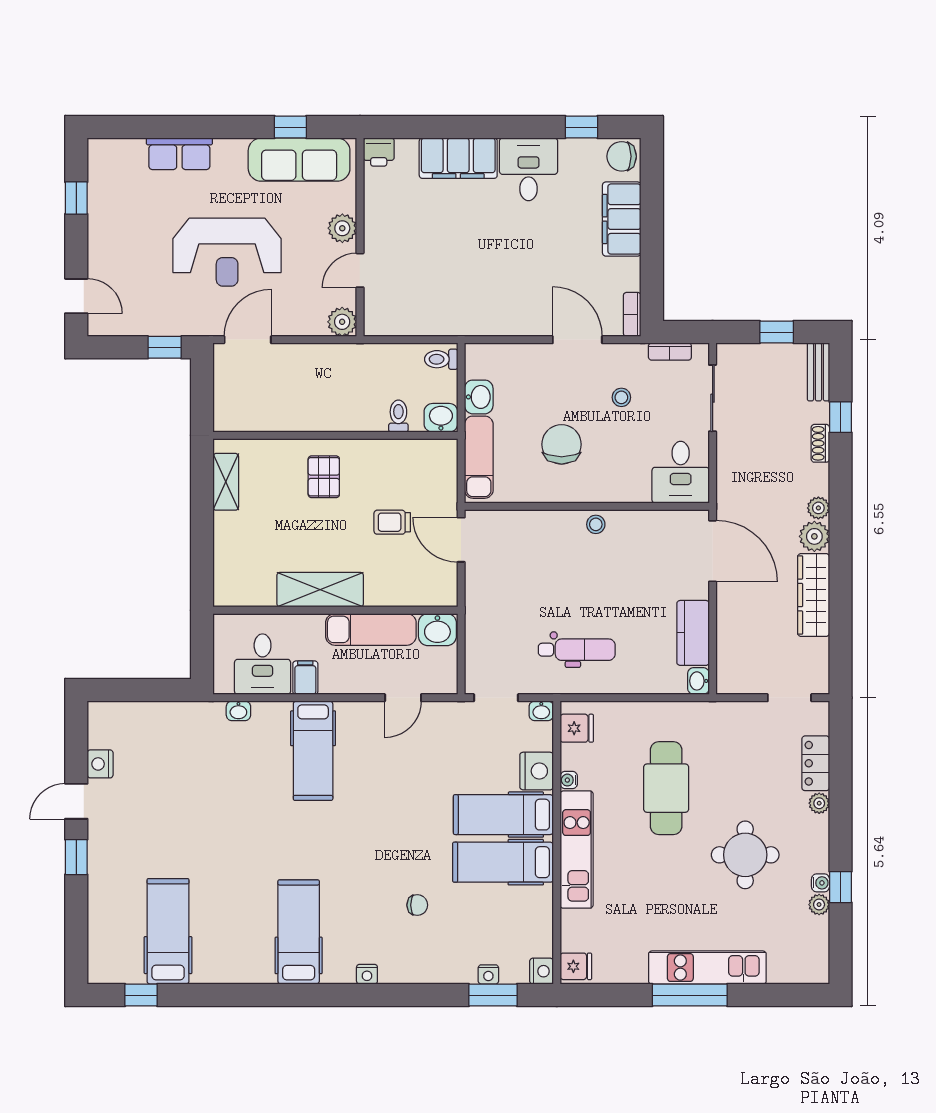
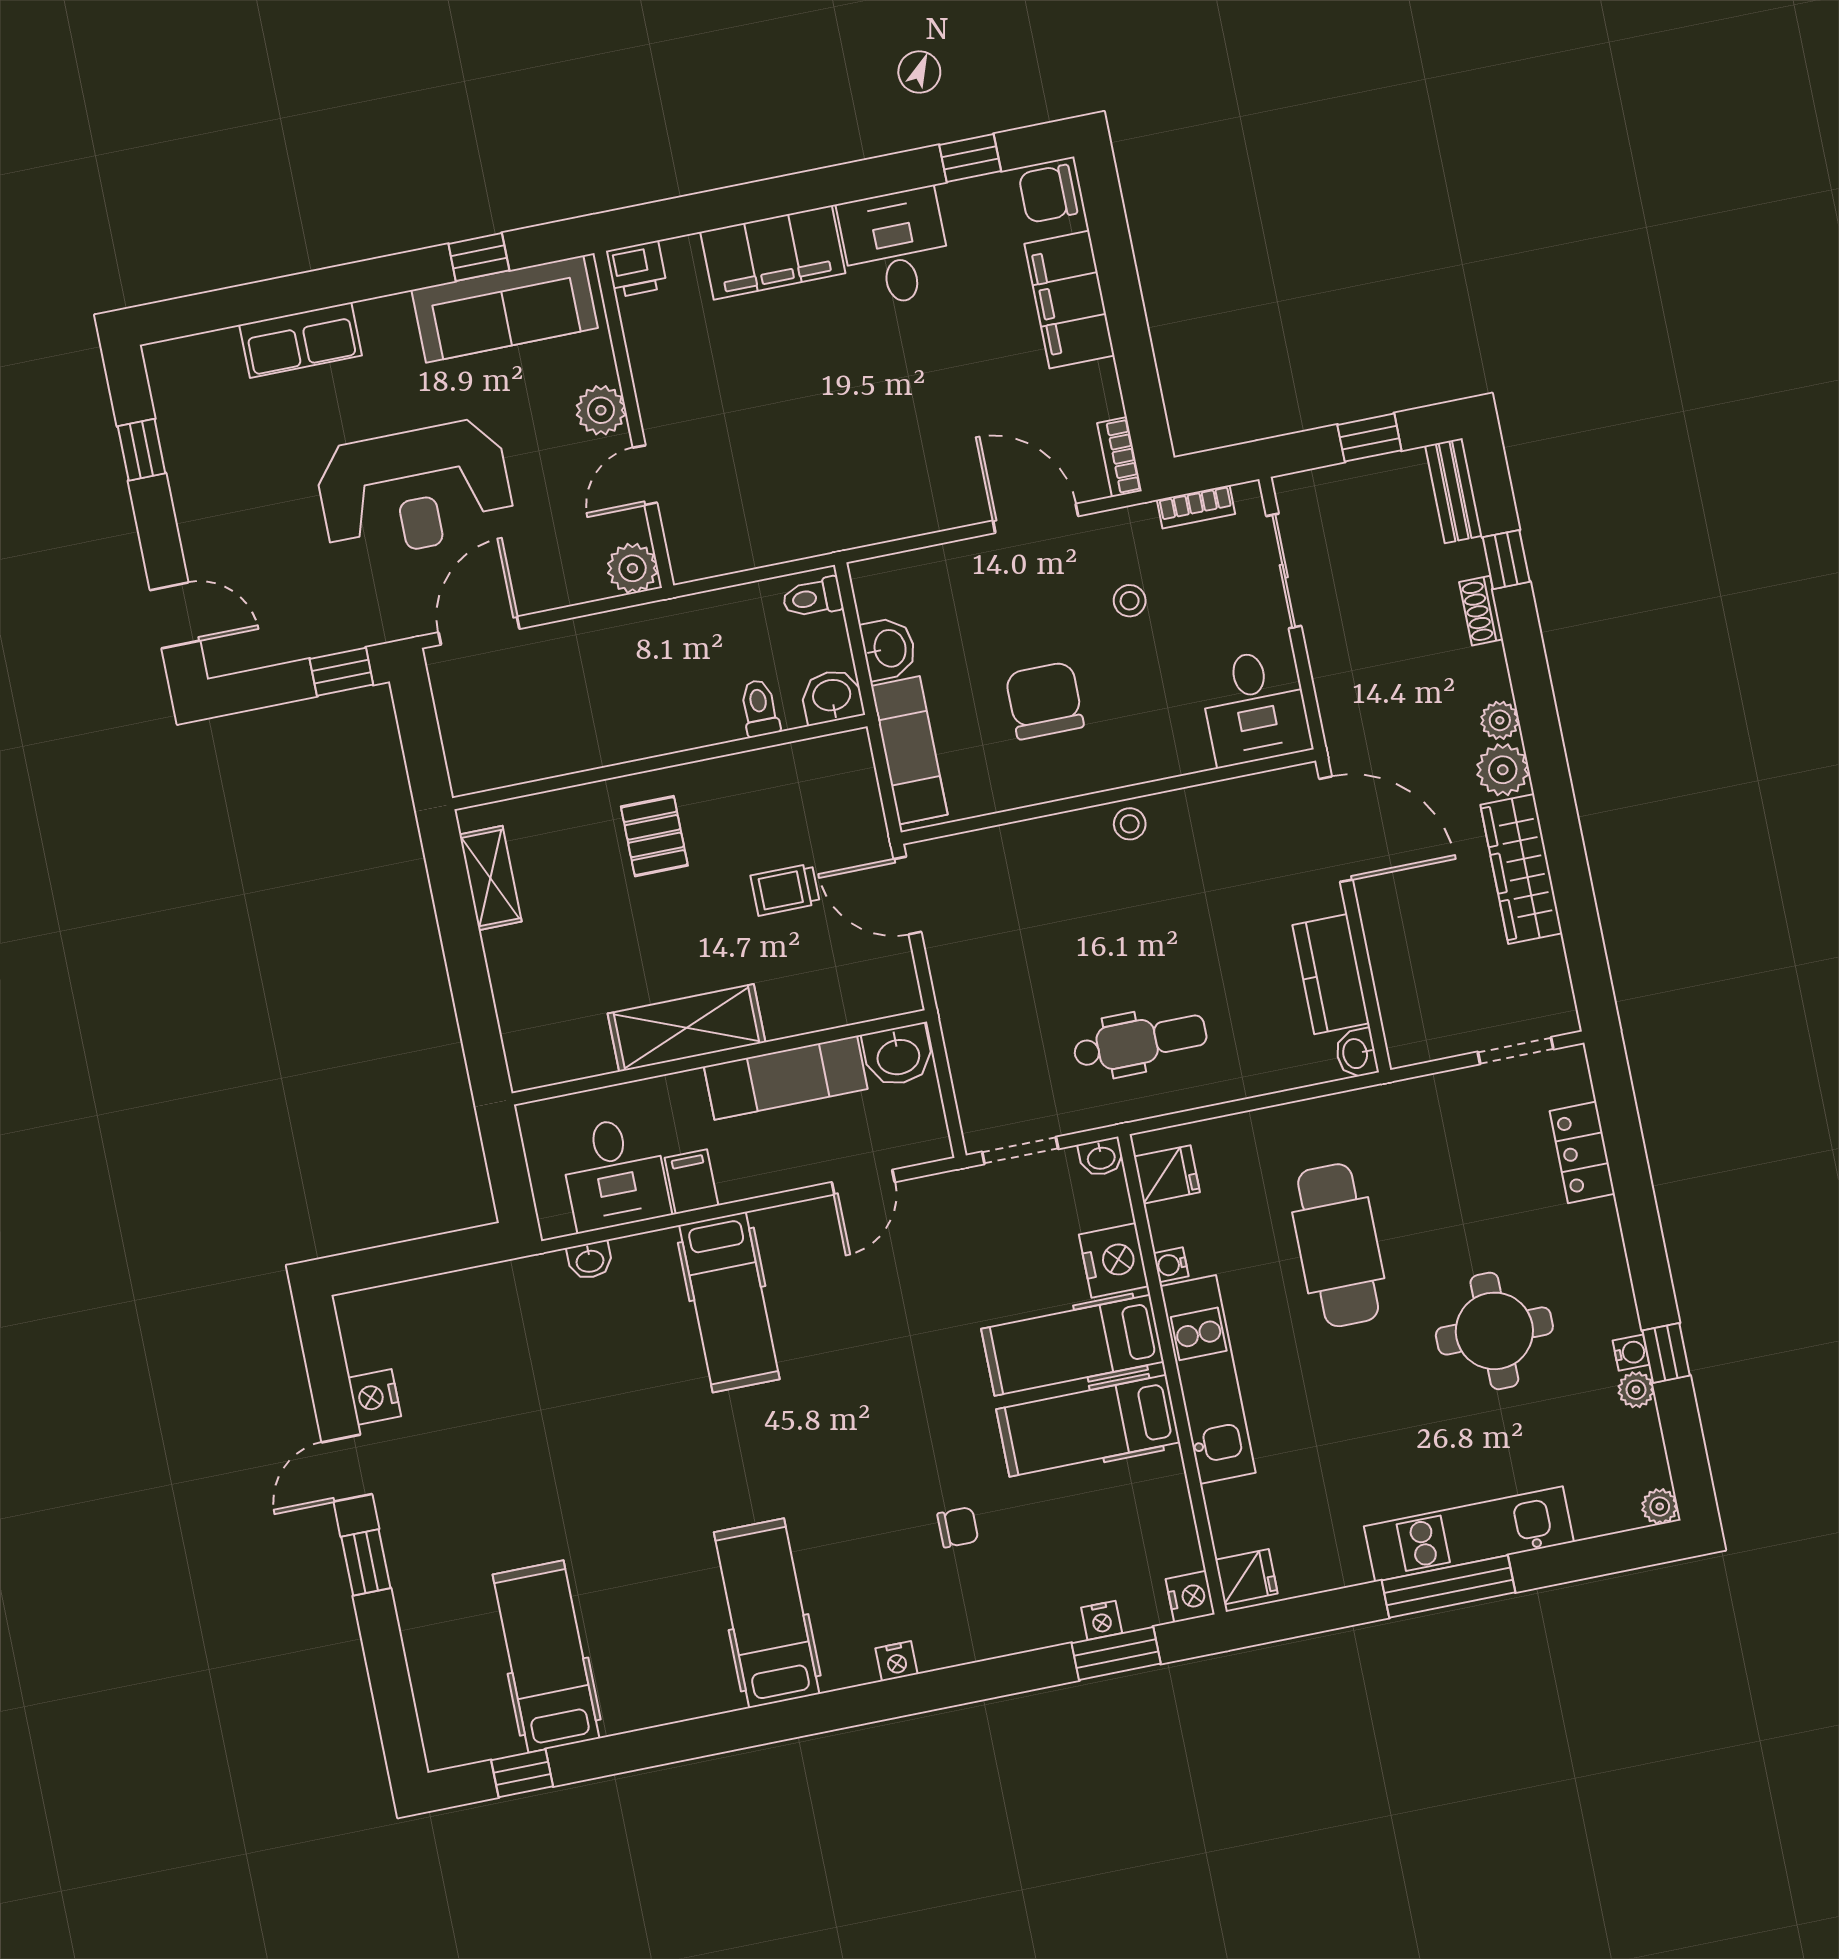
plant: (819, 803) -> (1660, 1506), moved

